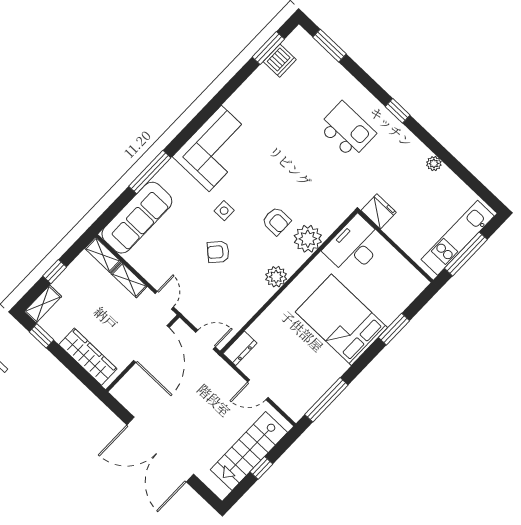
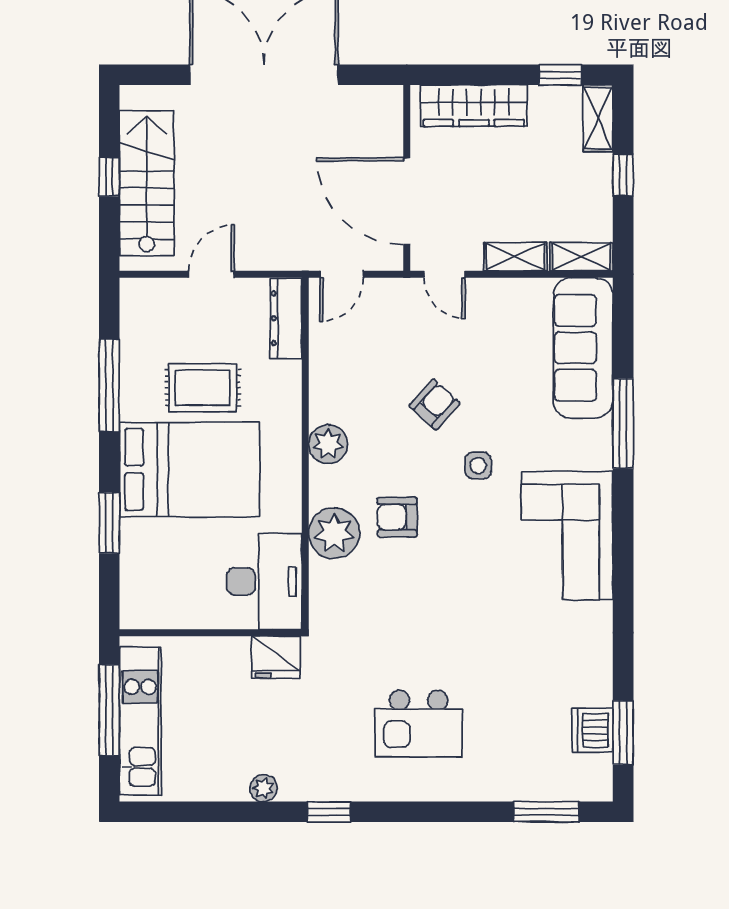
window: (398, 111) -> (329, 812), moved
rug: (305, 347) -> (203, 388), added
dresser: (240, 348) -> (286, 318), width x1.44
window: (326, 400) -> (109, 385), moved

